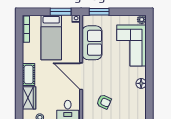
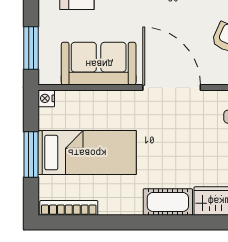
window: (61, 12) -> (31, 154), moved
door: (81, 76) -> (172, 87), swing flipped

